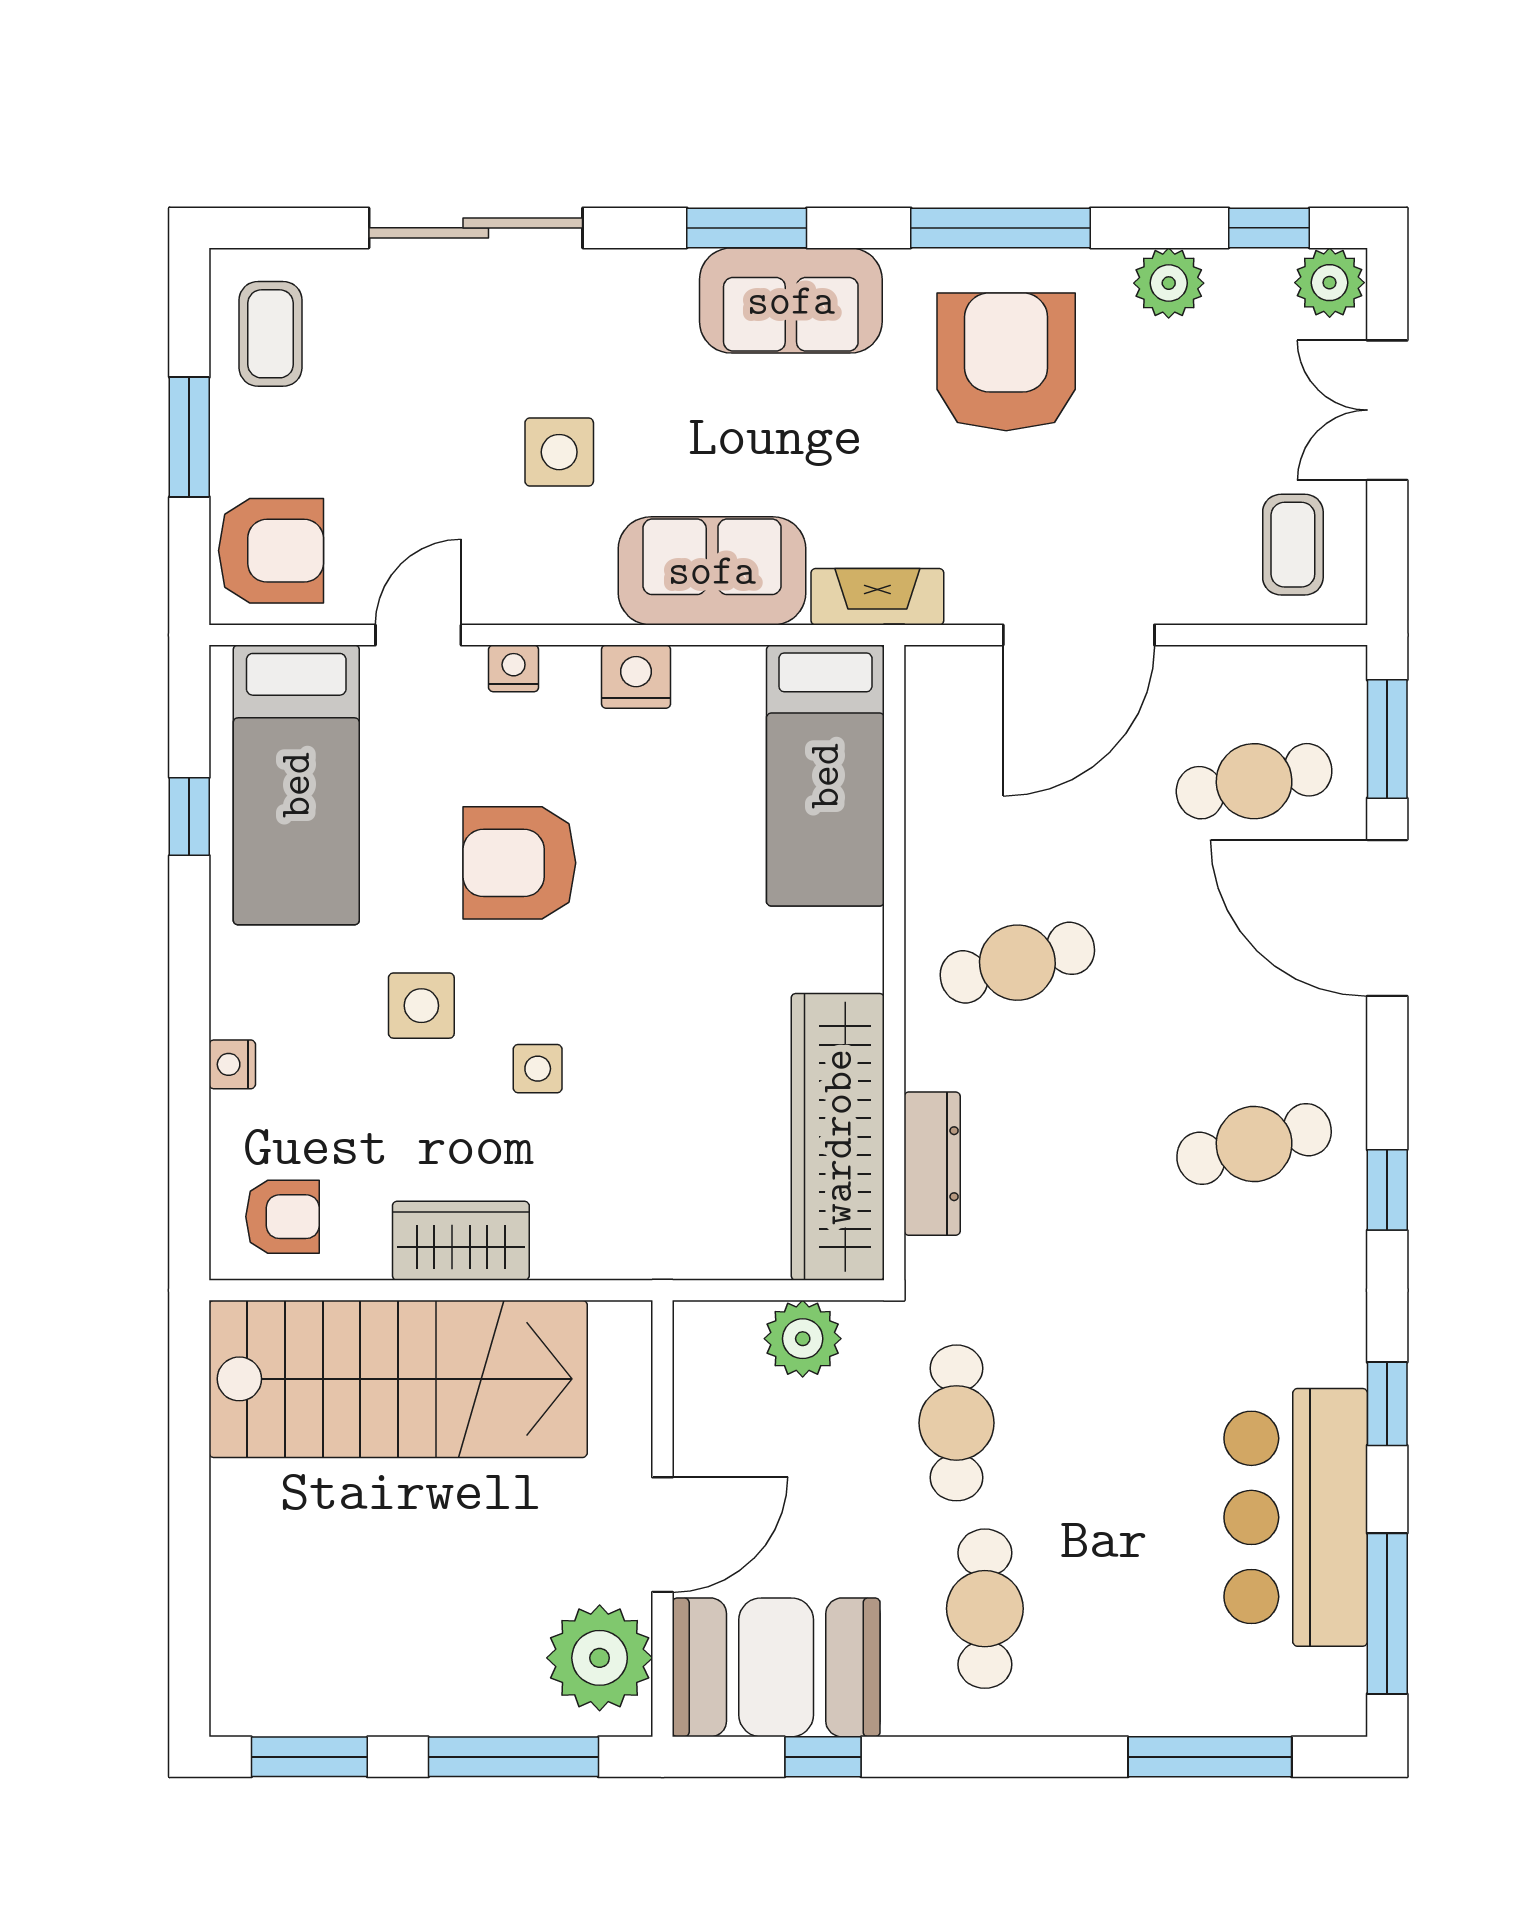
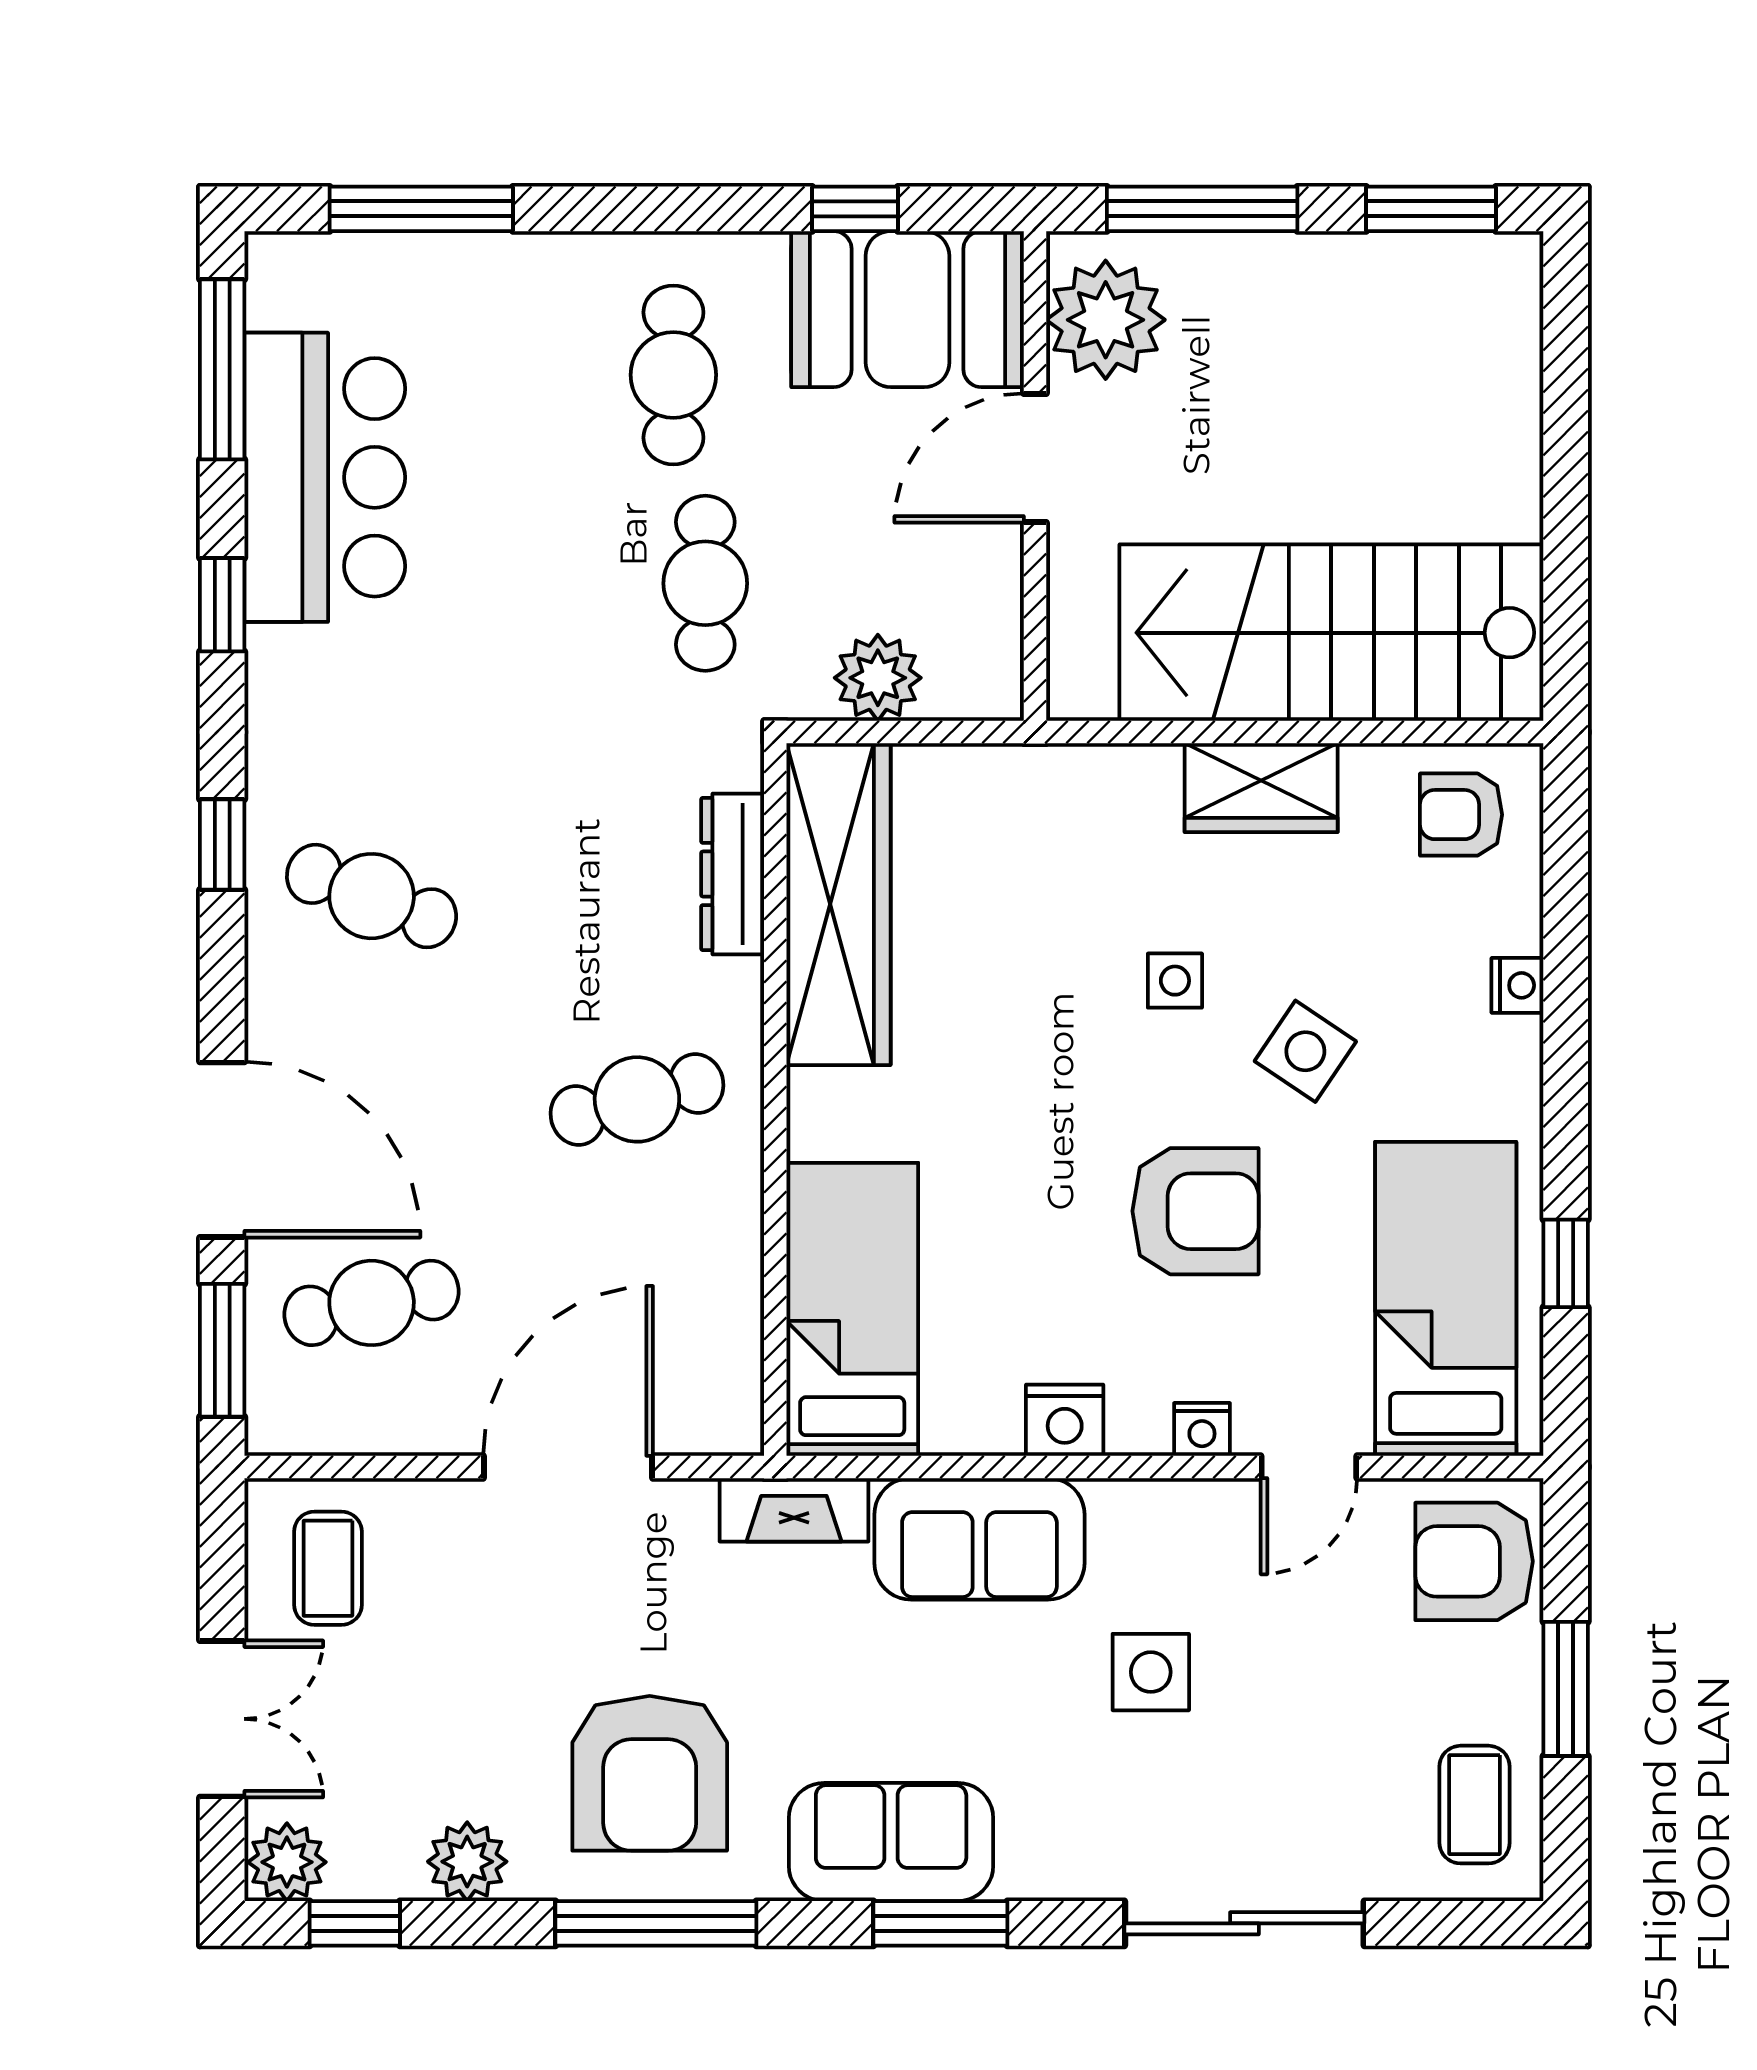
side table: (421, 1006) -> (1305, 1051), turned 34
cafe table: (1254, 1144) -> (372, 896), turned 36

